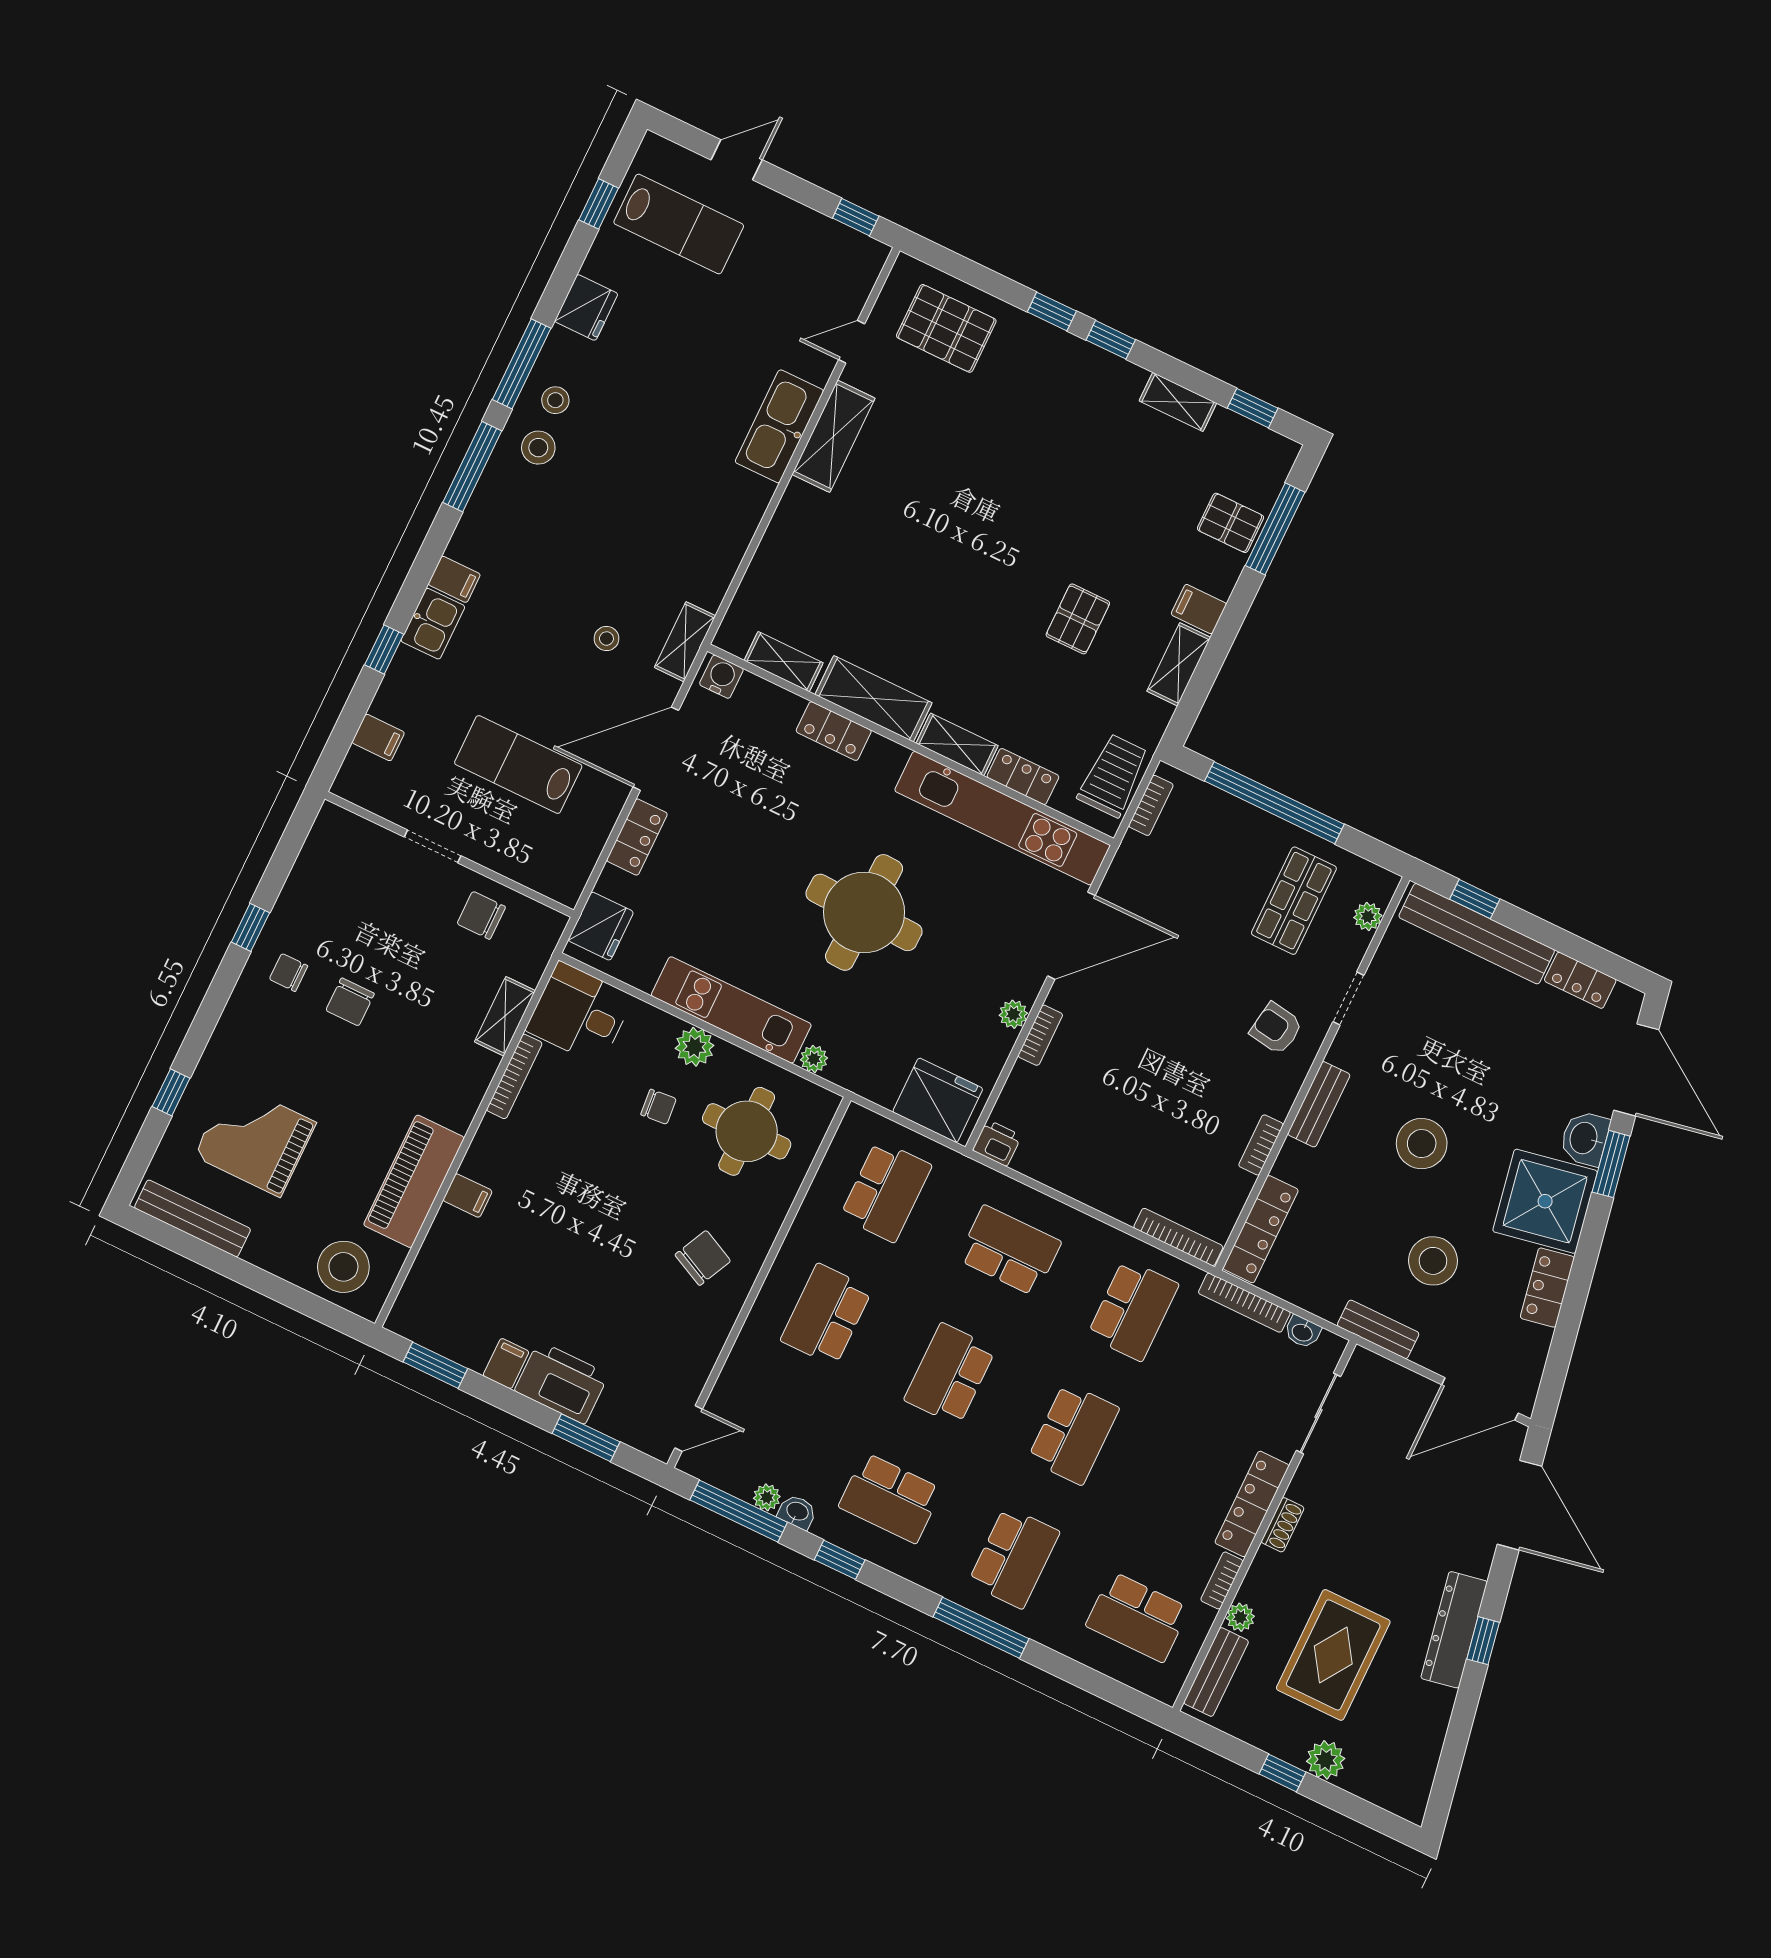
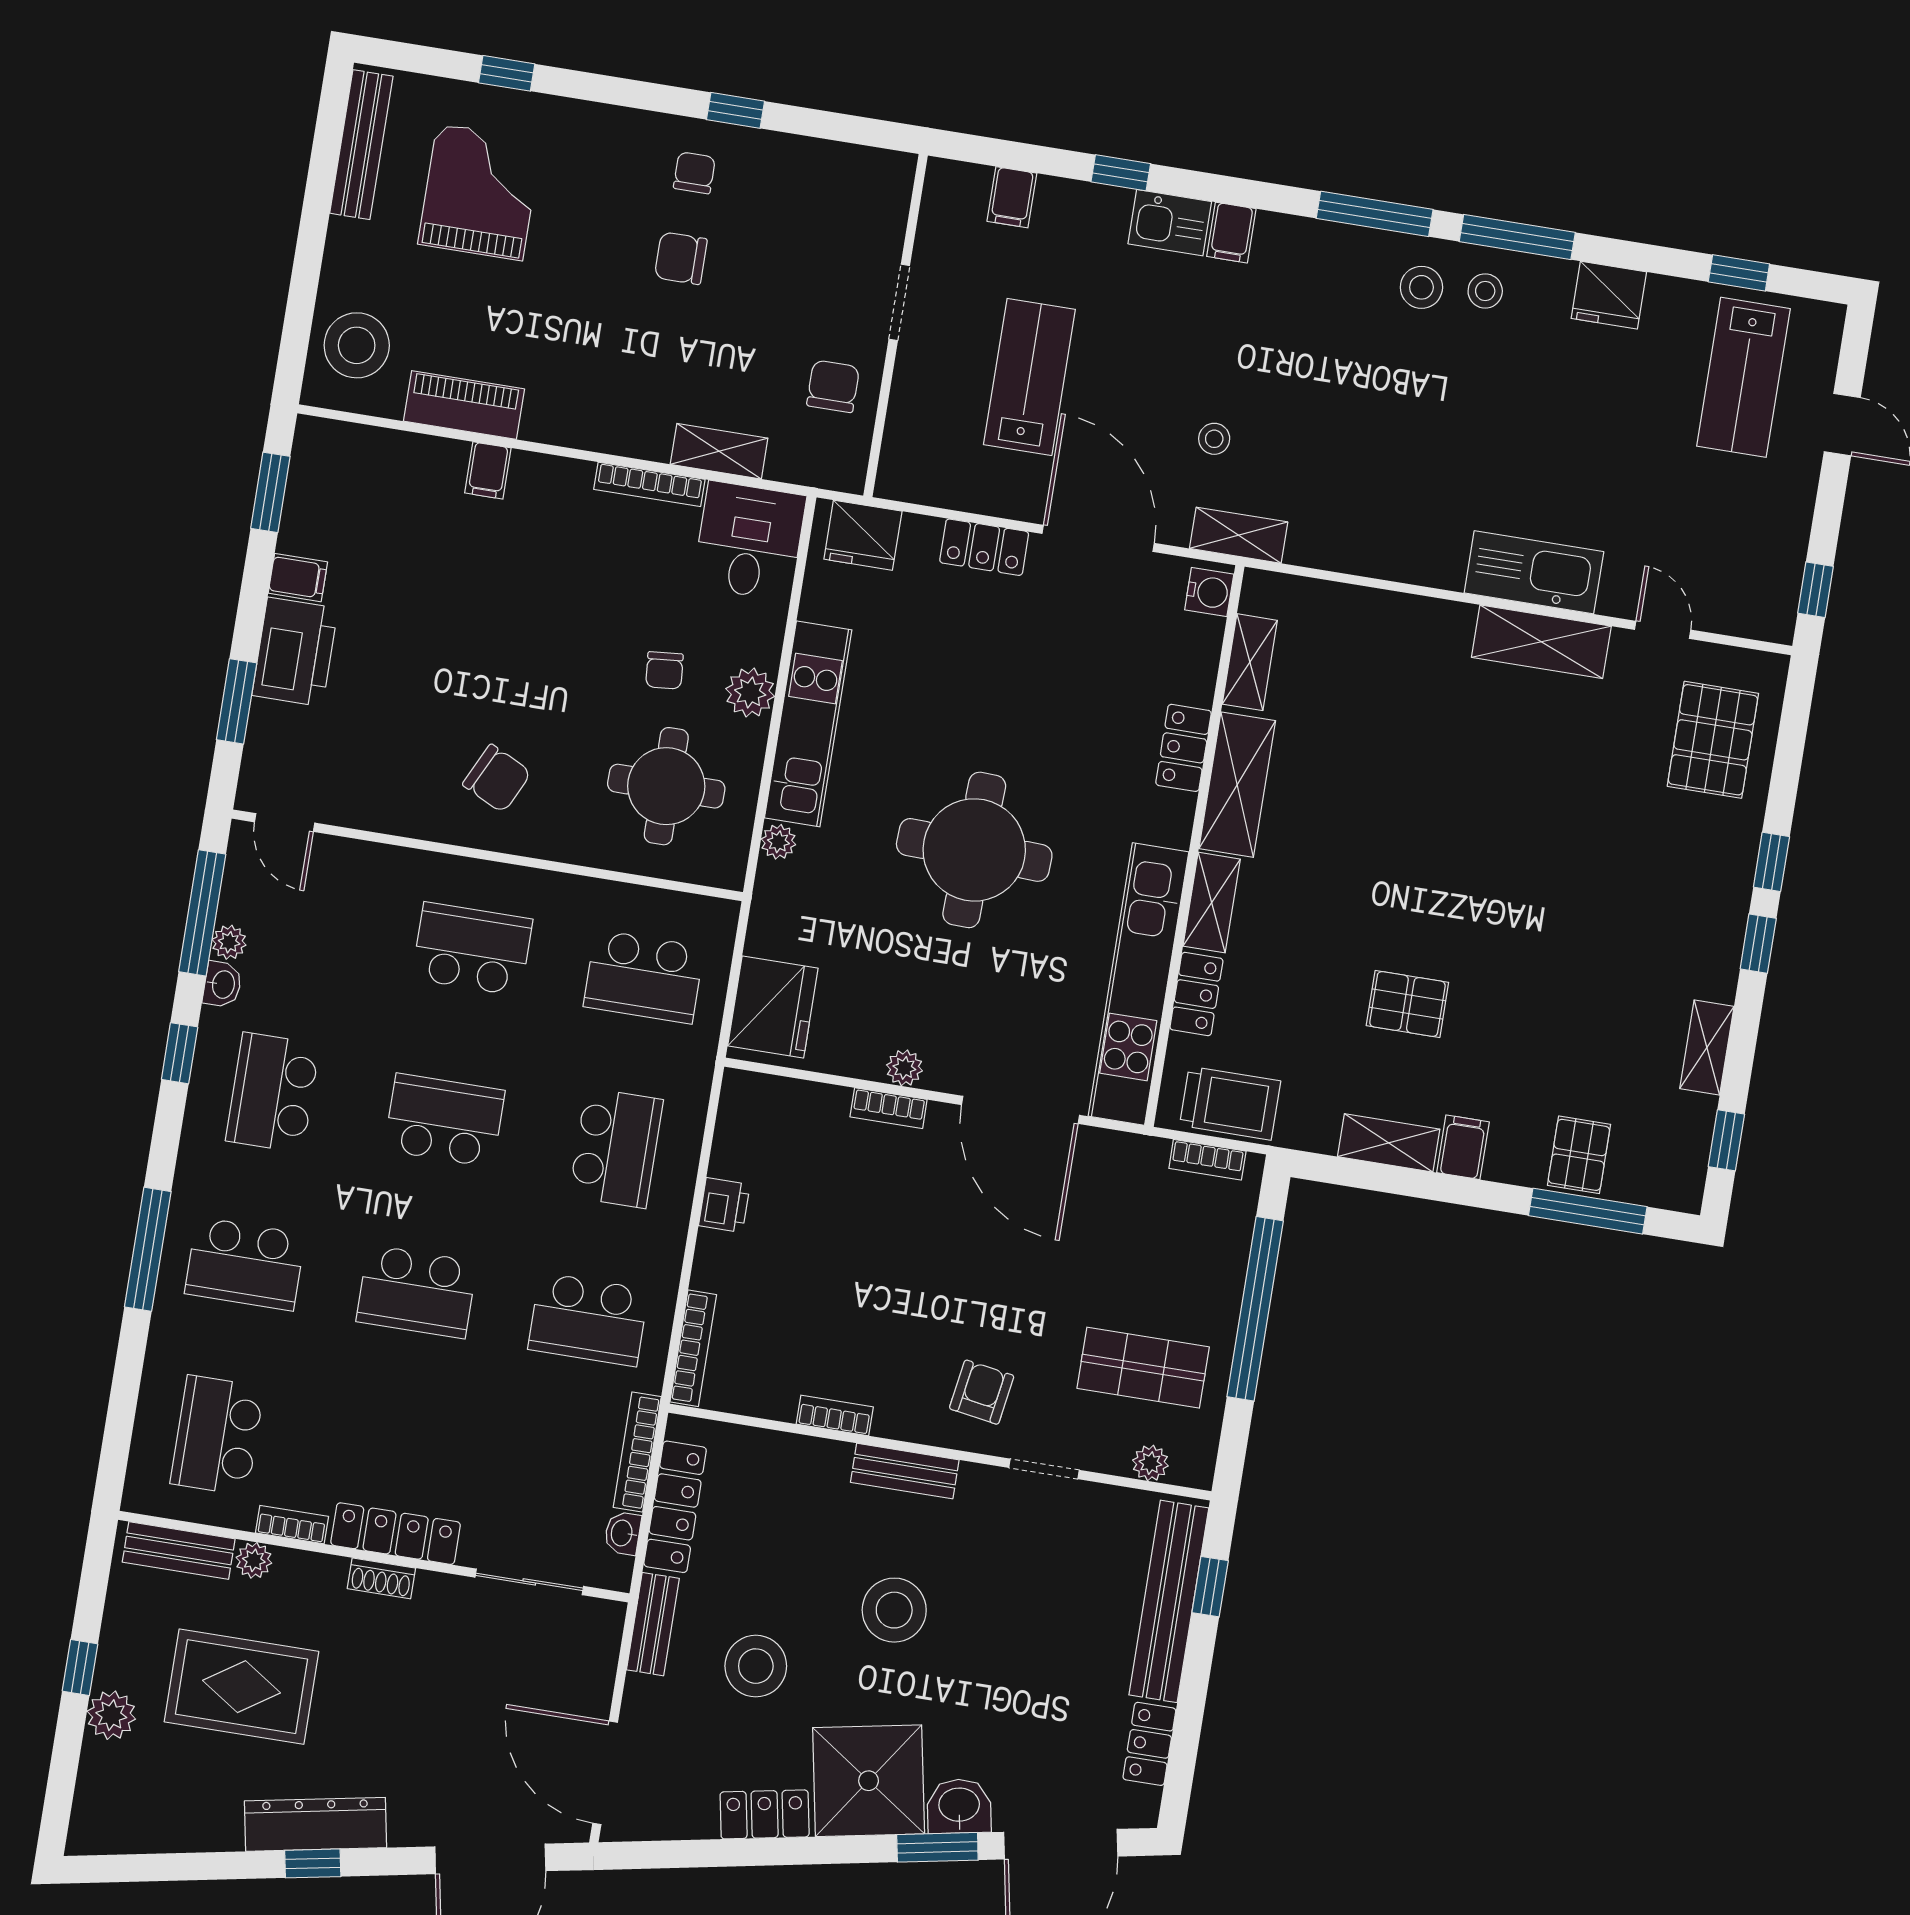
printer: (997, 1143) -> (724, 1205), moved
piano: (414, 1181) -> (464, 405), width x0.73, depth x0.75
locker: (1261, 1229) -> (675, 1507), moved, turned -90

